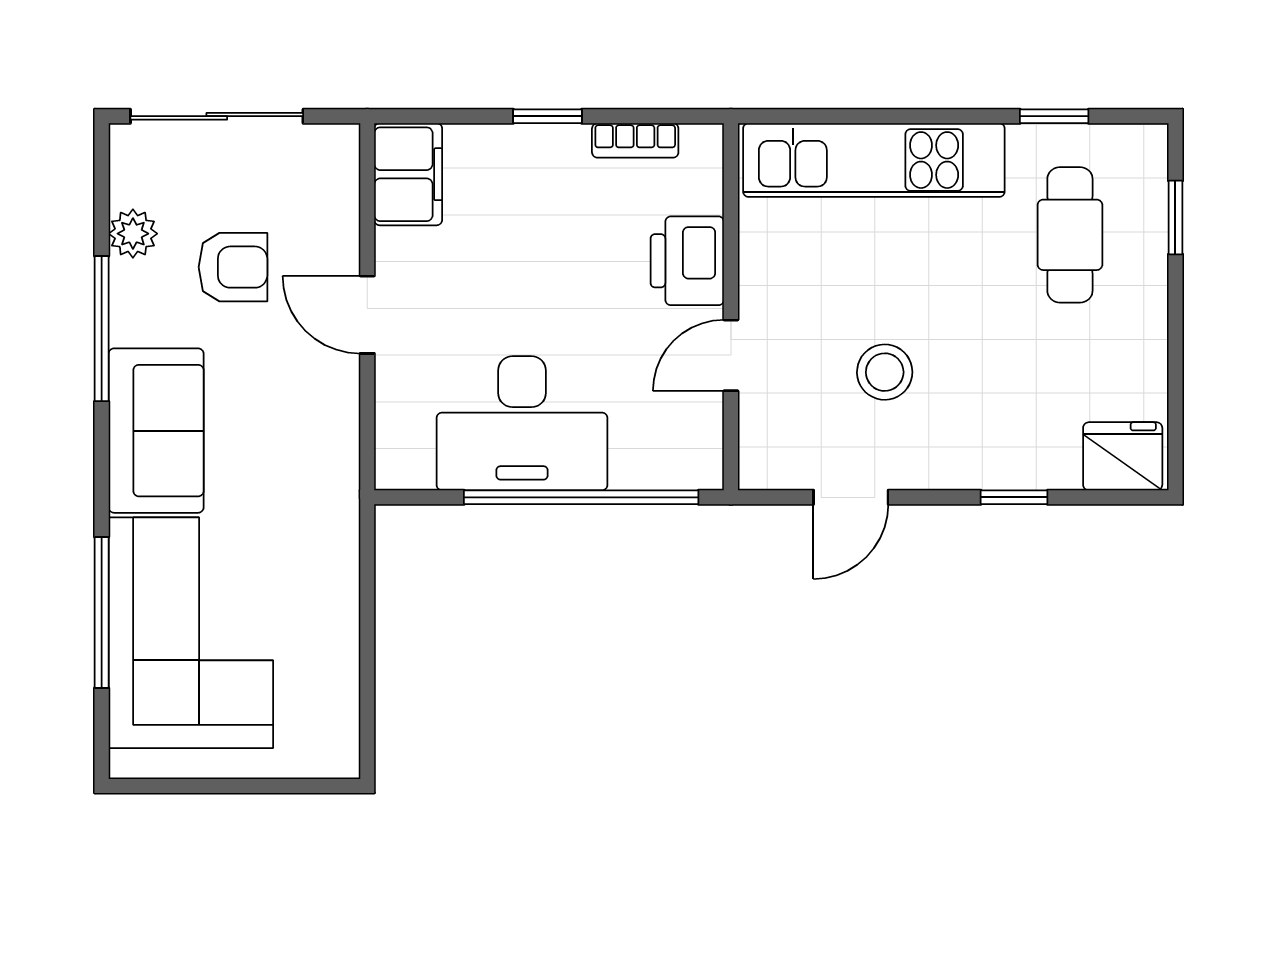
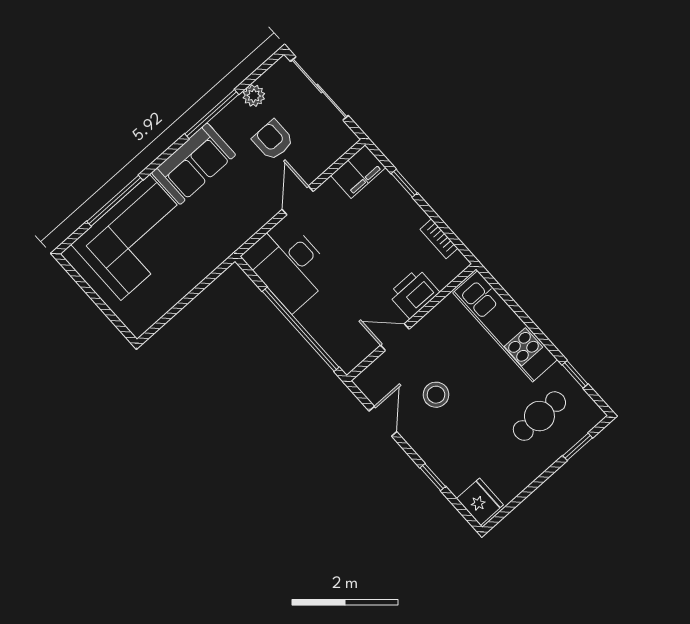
window: (548, 116) -> (404, 183), moved
armchair: (233, 267) -> (273, 140), turned 180
desk: (522, 423) -> (289, 265), moved
door: (851, 497) -> (383, 421), swing flipped

